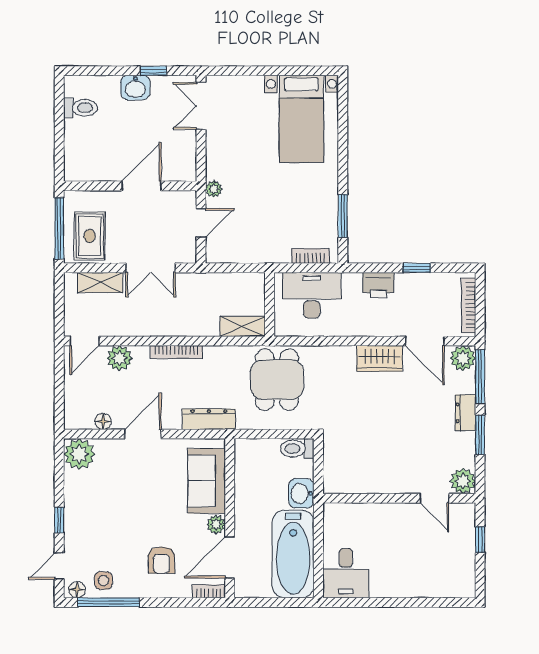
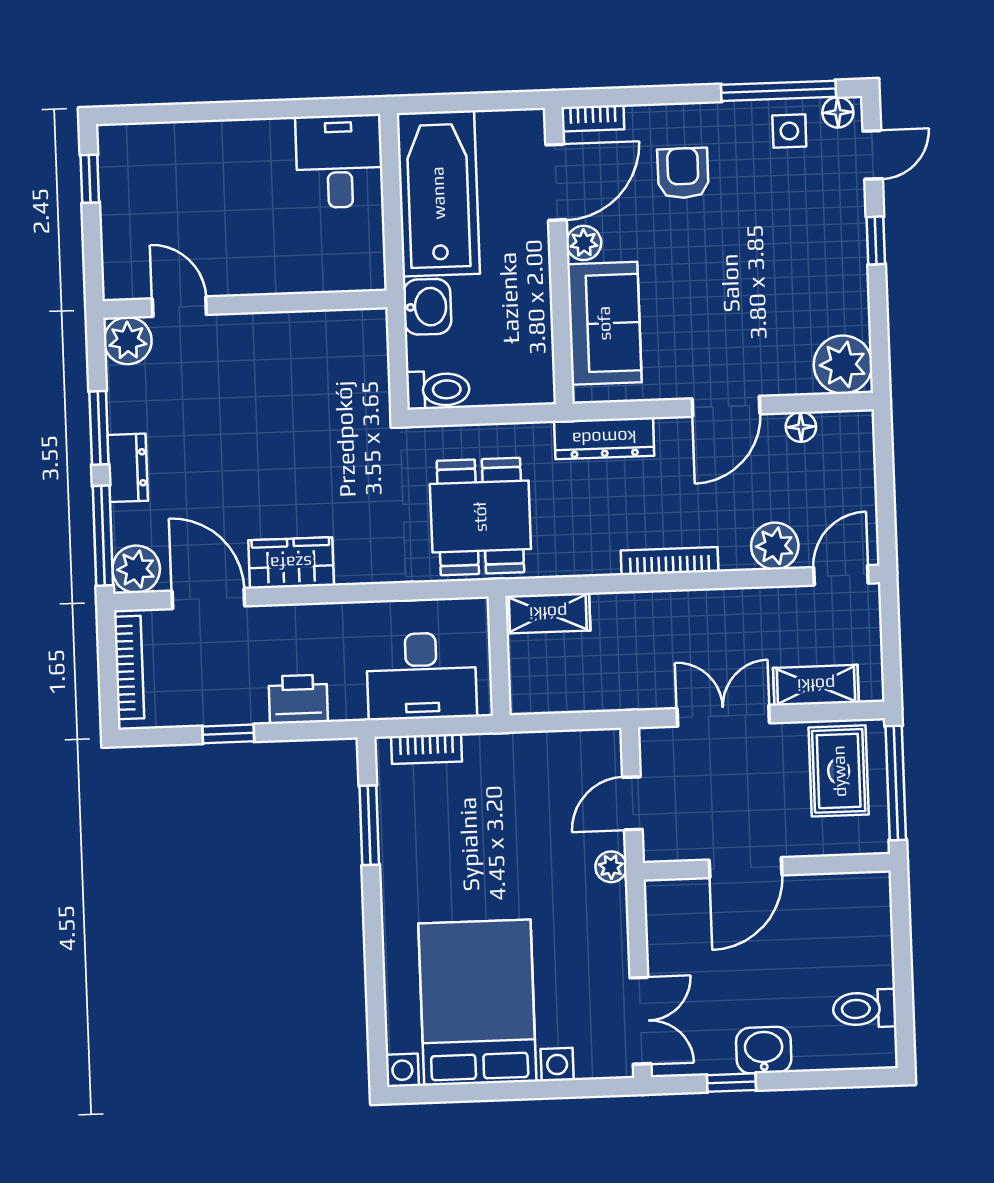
bed with nightstands: (301, 119) -> (477, 1002), width x1.36
window: (480, 540) -> (90, 179), moved

